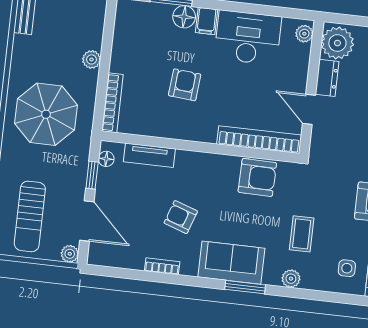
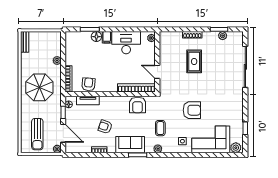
plant: (337, 43) -> (167, 40), removed
dresser: (327, 78) -> (164, 57), removed
armchair: (185, 85) -> (88, 84), moved
armchair: (257, 177) -> (138, 105), turned 89

